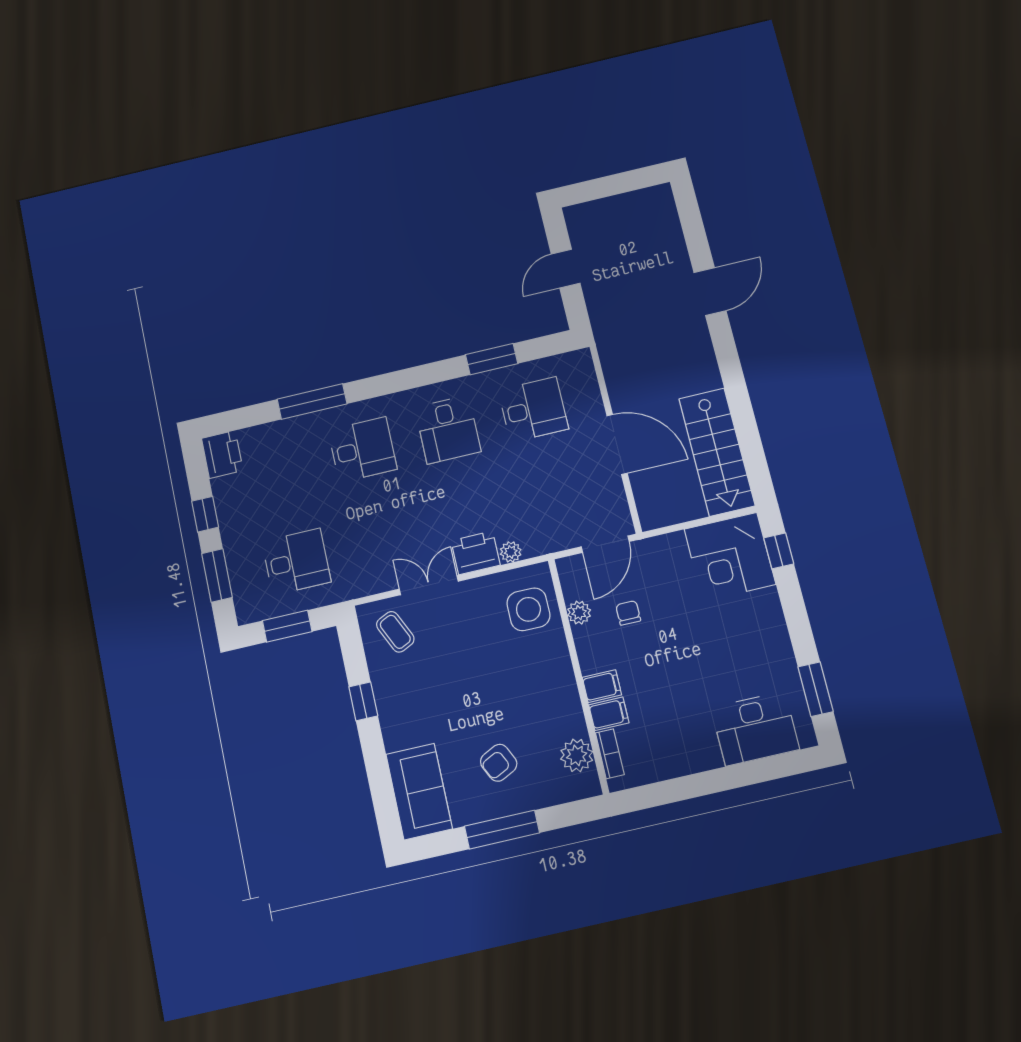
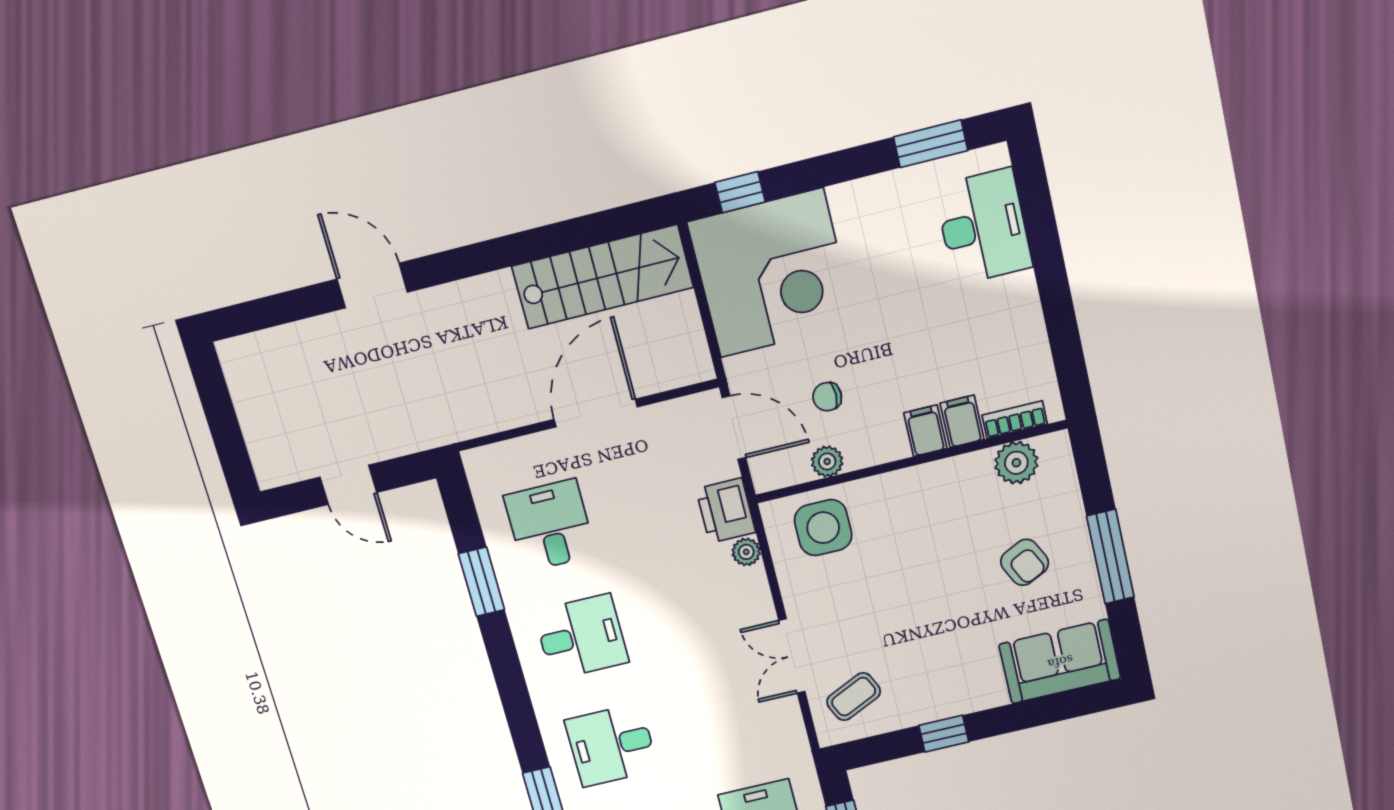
desk: (363, 450) -> (611, 745), turned -90
printer: (476, 553) -> (726, 511), moved
corner desk: (730, 557) -> (771, 273), width x1.36, depth x1.36

